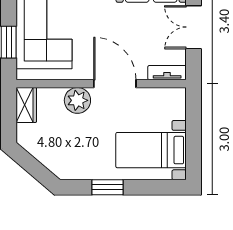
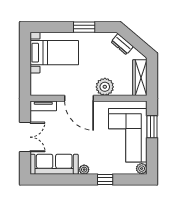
wardrobe: (26, 105) -> (140, 78), width x1.50
dresser: (52, 162) -> (122, 44), added

